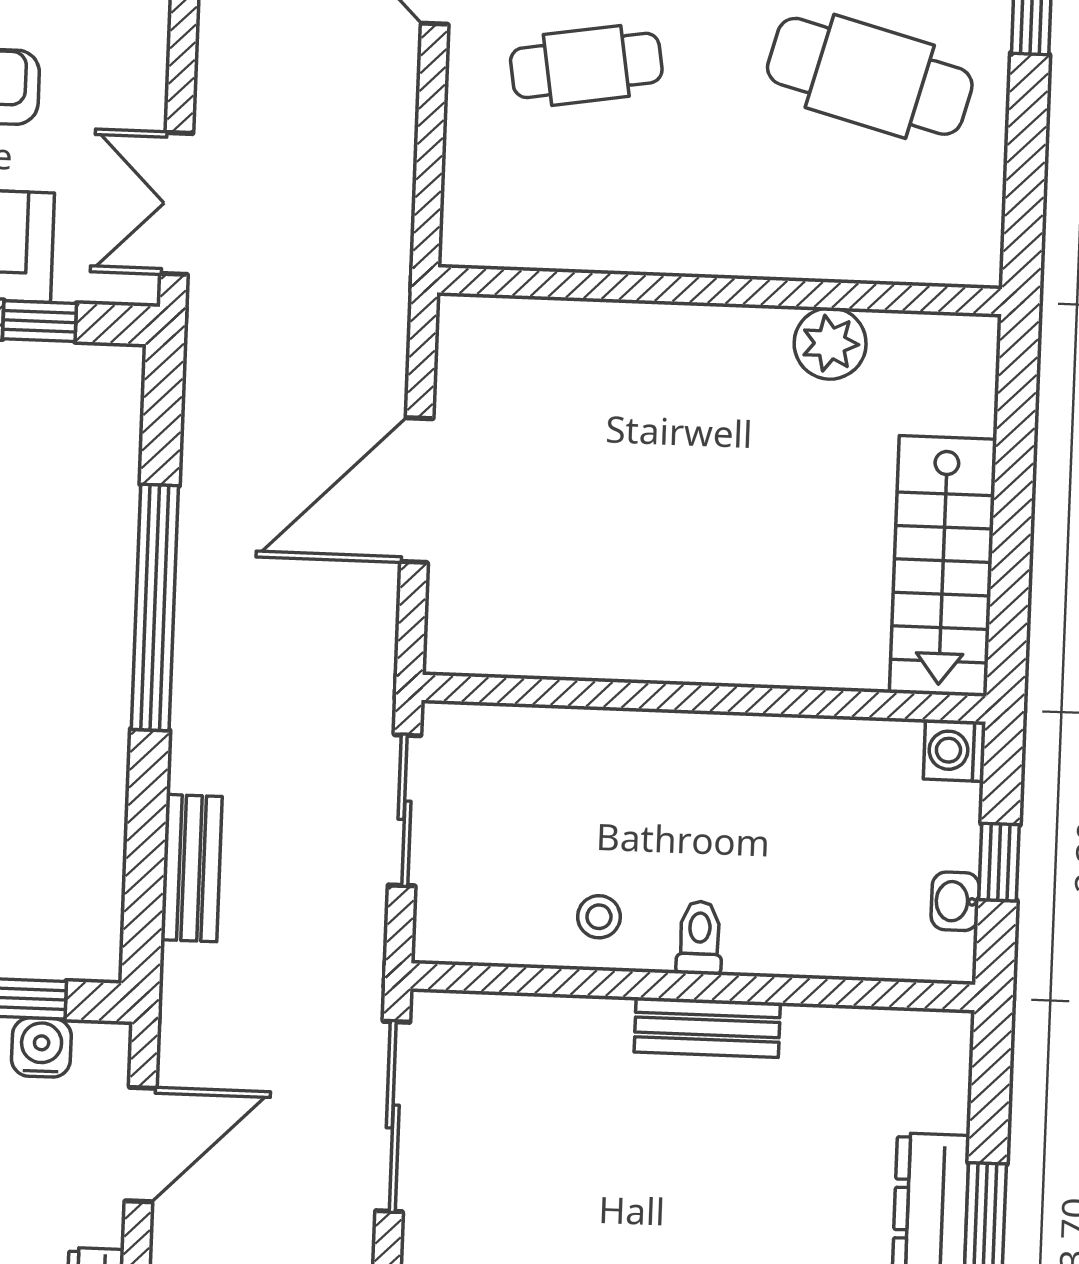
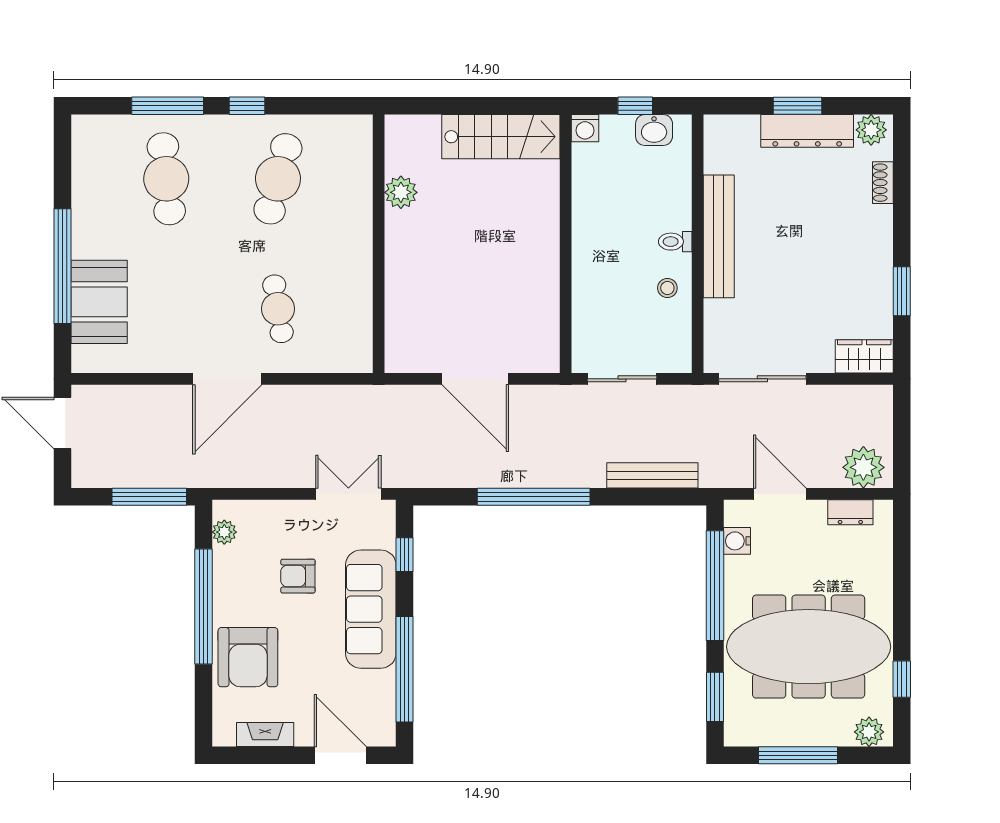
double door: (177, 204) -> (348, 494), swing flipped
bench: (192, 868) -> (652, 475), width x1.36
washbasin: (955, 901) -> (654, 130), width x1.38, depth x1.45
bench: (707, 1027) -> (719, 236), width x1.86, depth x1.21

